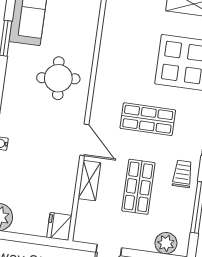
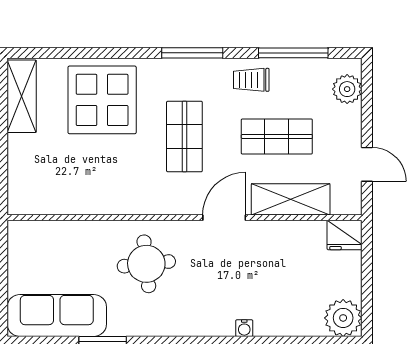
shelving: (89, 181) -> (291, 199), width x1.50, depth x1.33

